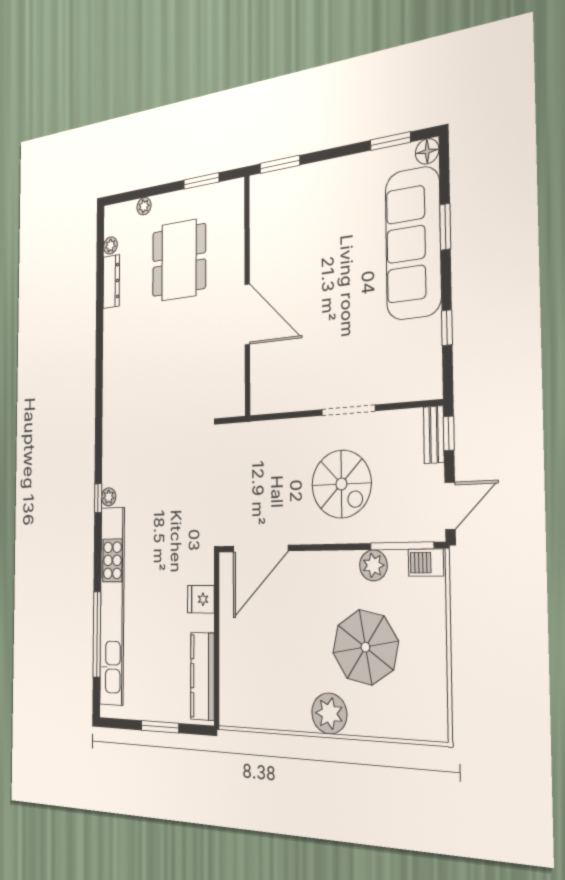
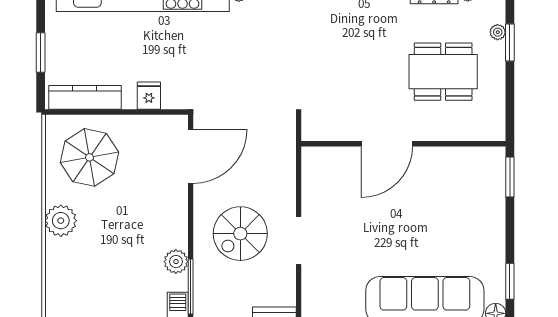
window: (201, 181) -> (510, 43), moved
door: (260, 548) -> (191, 156), swing flipped
parasol: (365, 647) -> (90, 157), moved

